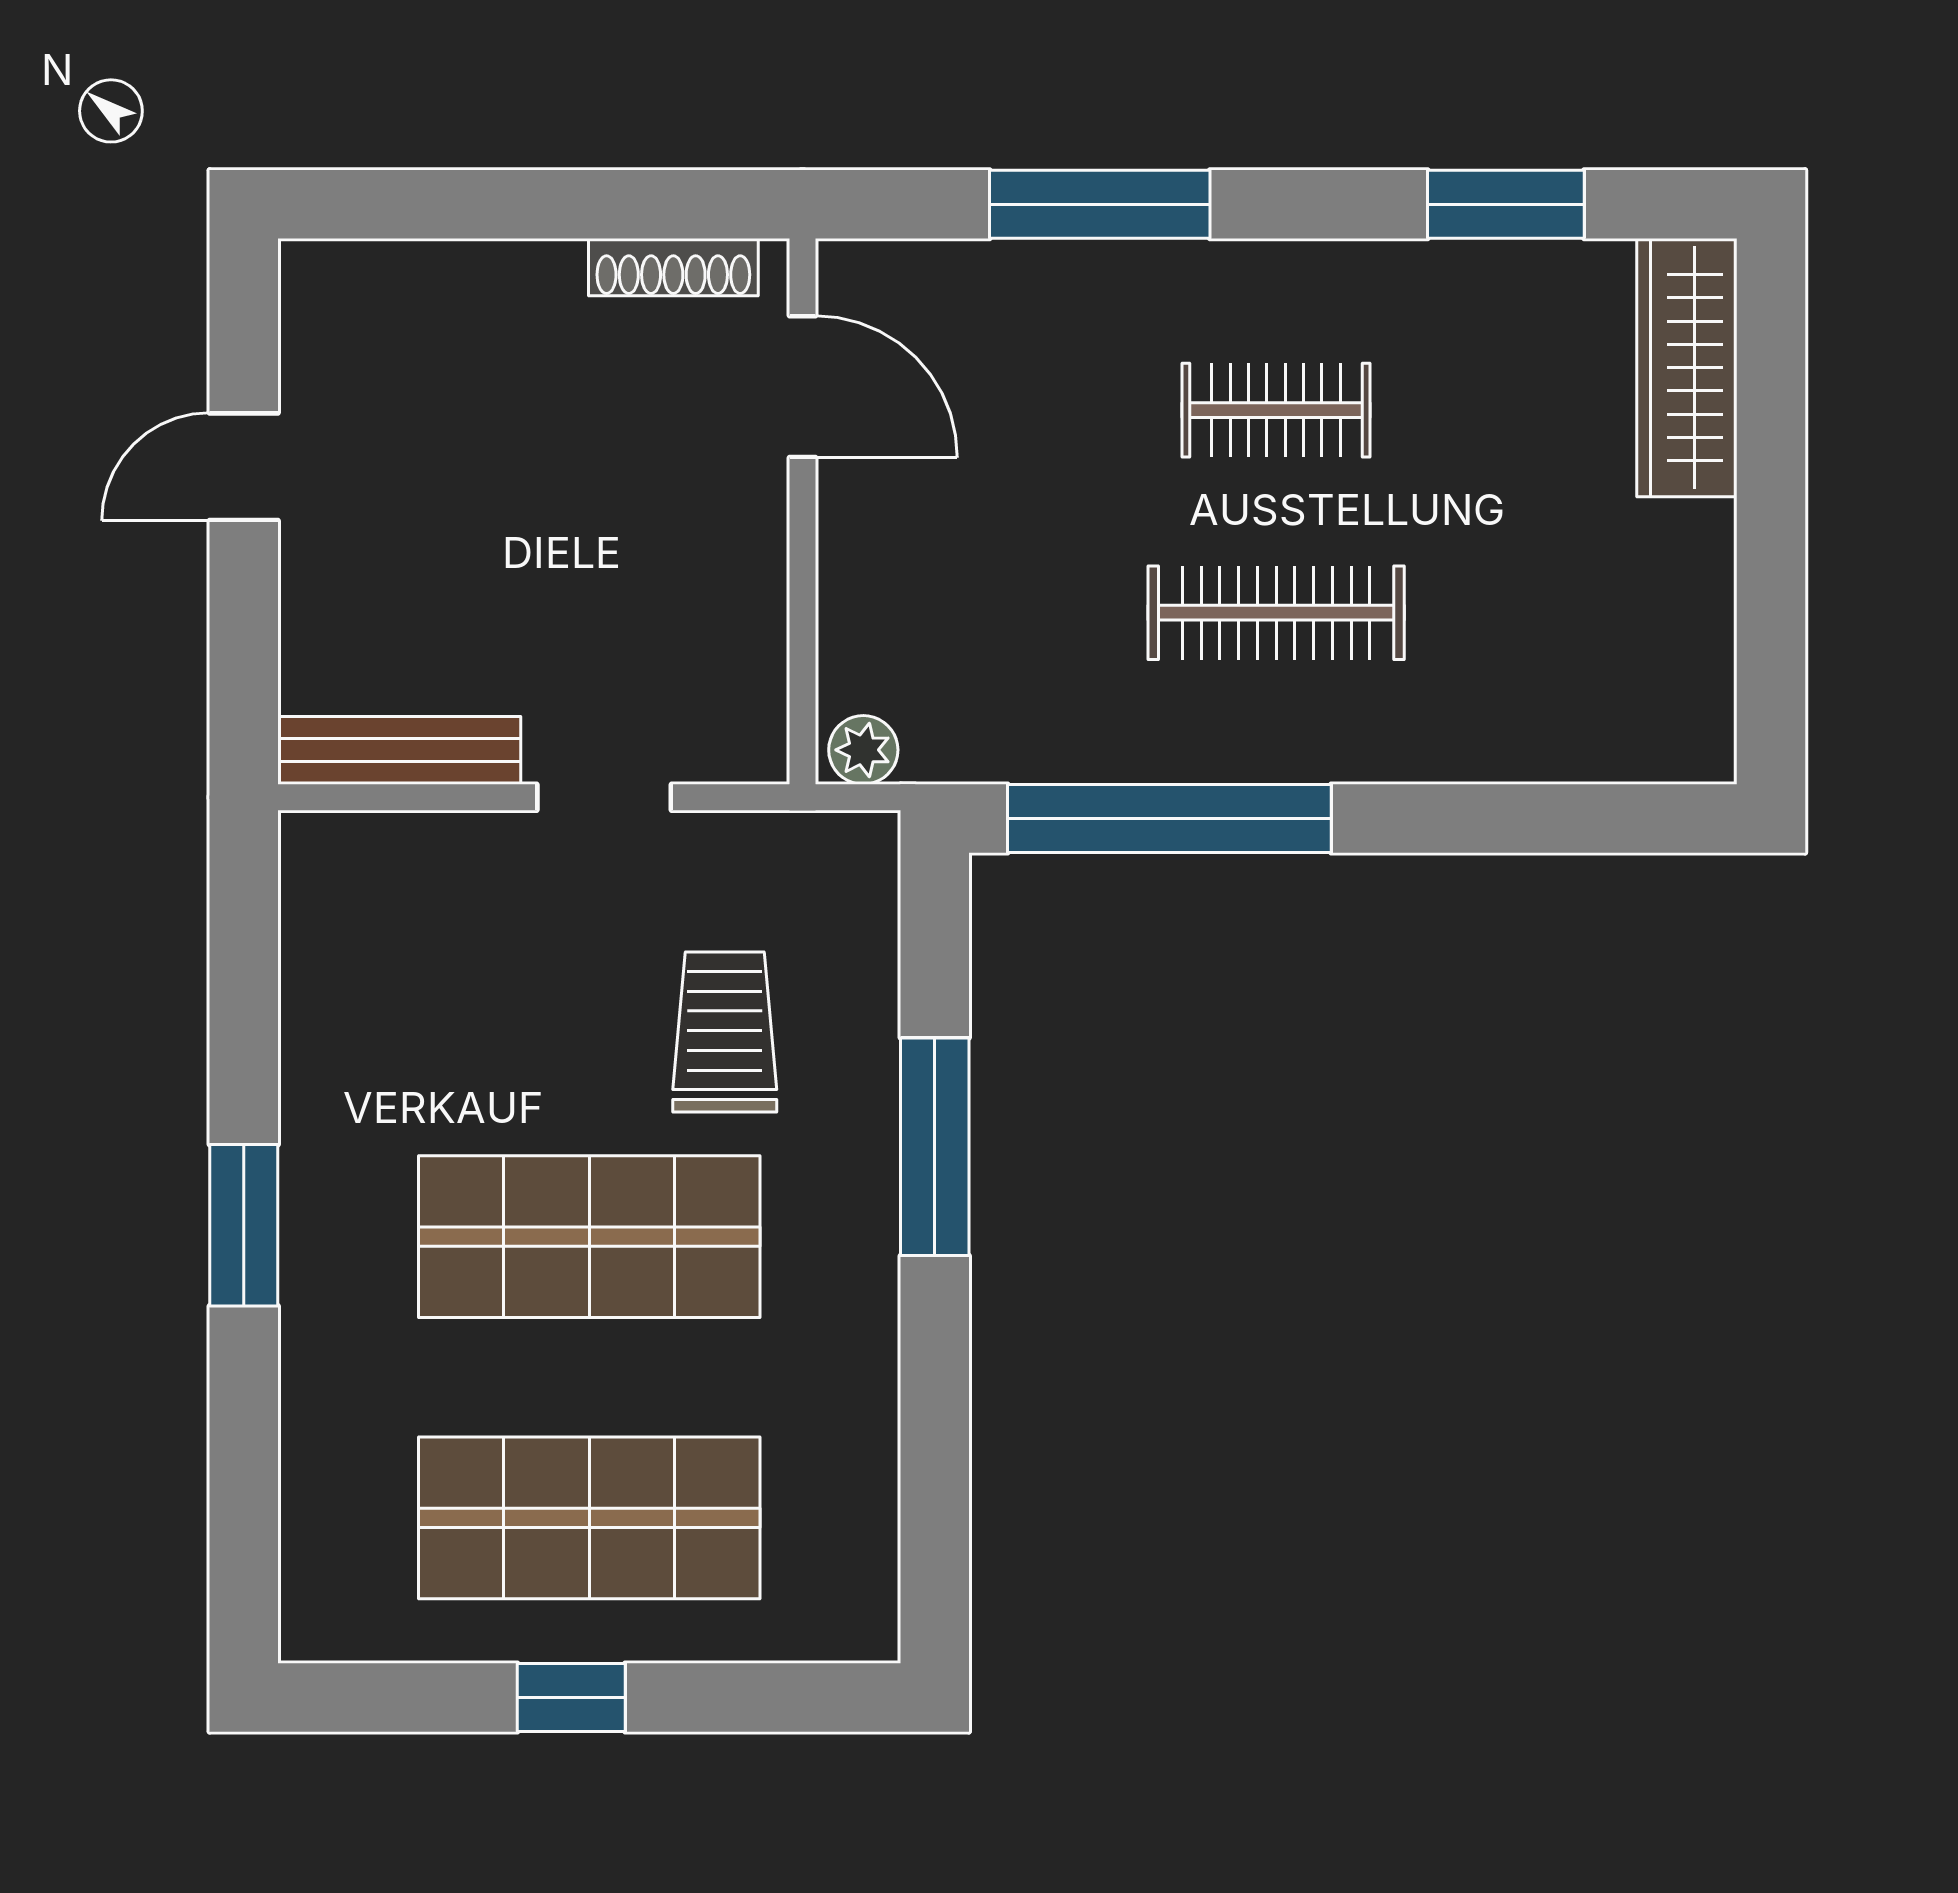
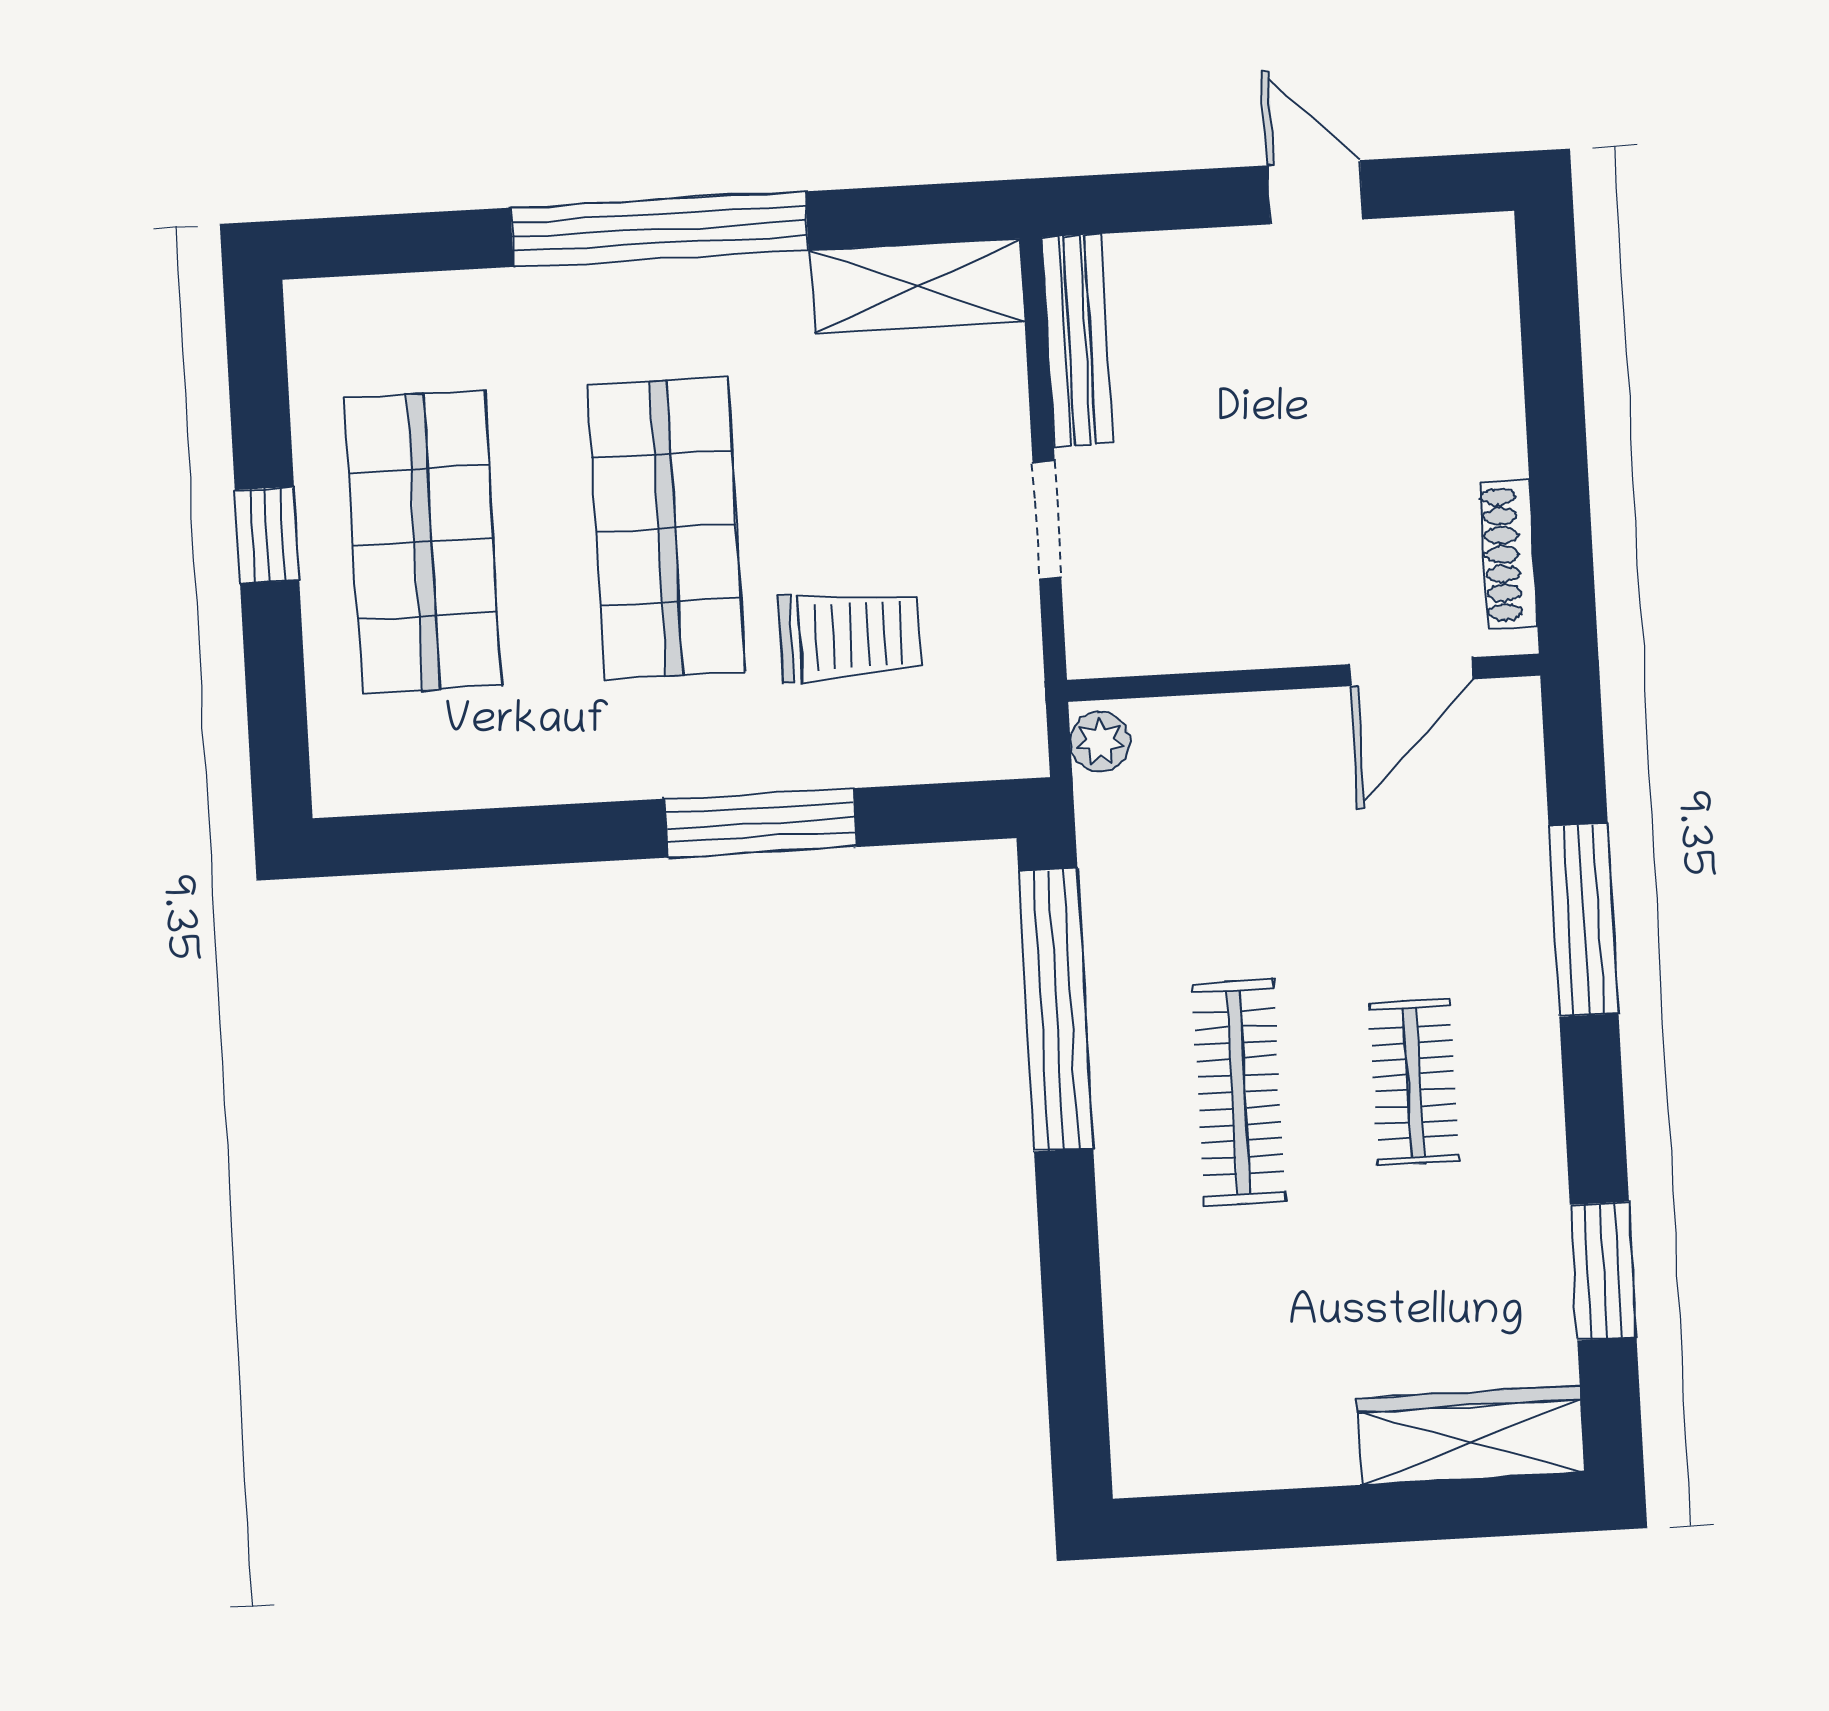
shelving: (326, 931) -> (918, 286), added
window: (244, 1225) -> (659, 229), width x2.11

